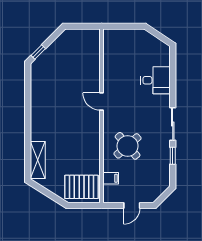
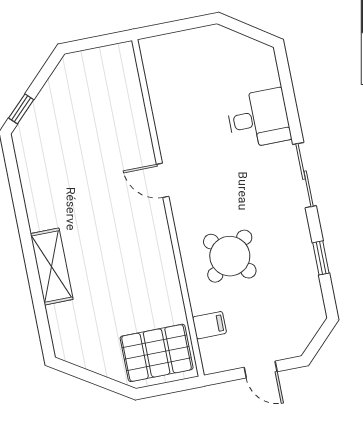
sliding door: (173, 124) -> (305, 175), moved
shelving: (38, 160) -> (52, 267), moved
door: (132, 205) -> (261, 369), hinge flipped

